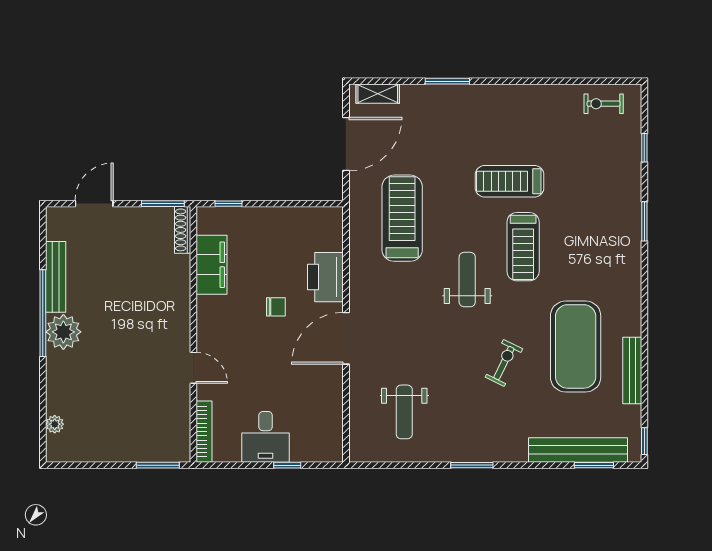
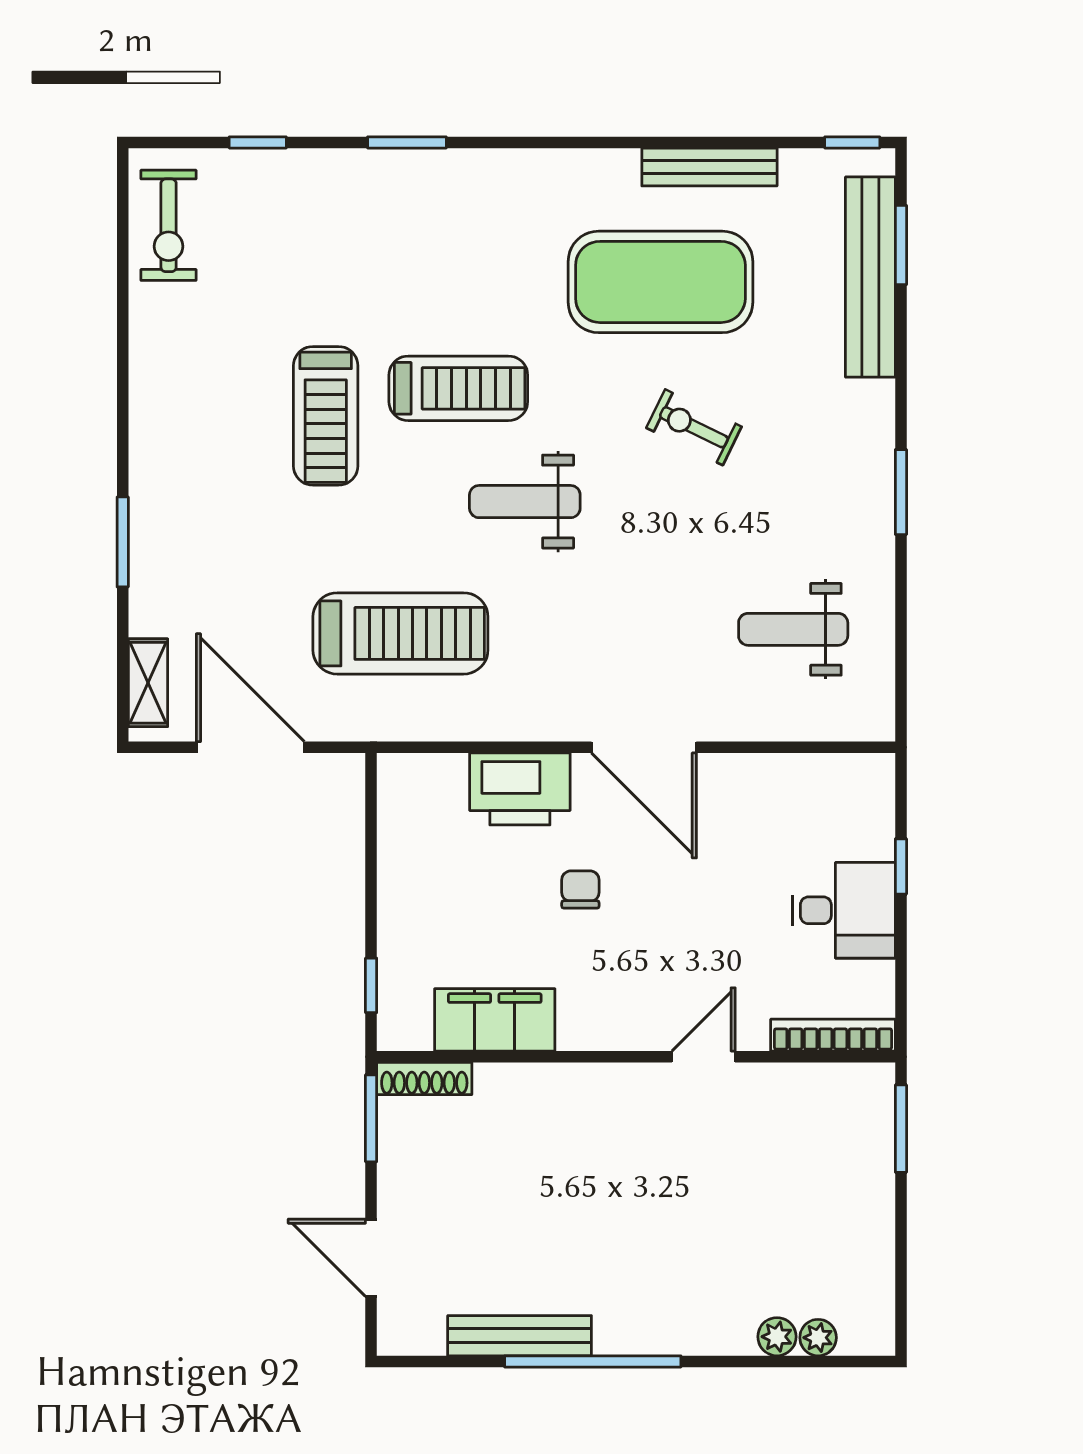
exercise bike: (604, 104) -> (169, 225), width x1.38, depth x1.39
treadmill: (402, 218) -> (400, 633), turned 180
plant: (63, 332) -> (777, 1337), moved, width x0.53, depth x0.53
weight bench: (404, 412) -> (793, 629), turned 180

